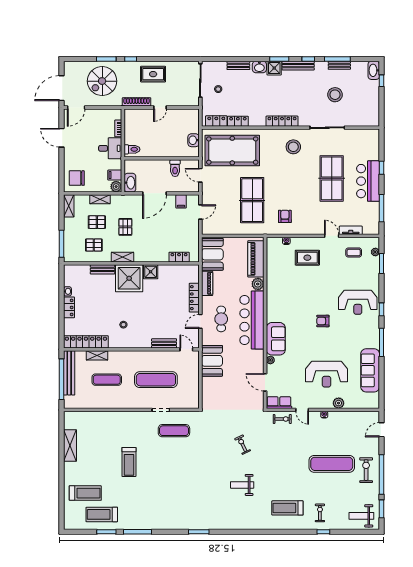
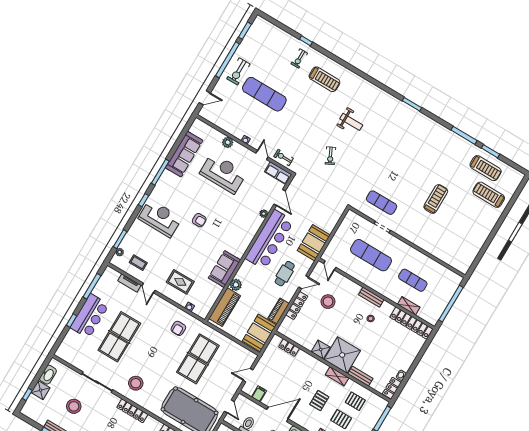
washbasin: (374, 70) -> (48, 375), moved
shower: (372, 91) -> (40, 390), added
locker: (69, 307) -> (392, 388), moved
stool: (169, 317) -> (328, 302), added
bar counter: (252, 320) -> (270, 240), moved
sofa: (276, 339) -> (224, 269), moved
bench: (164, 343) -> (371, 297), moved
bench: (69, 373) -> (441, 305), removed
shelving: (70, 445) -> (477, 243), removed
weight bench: (361, 516) -> (266, 35), removed

